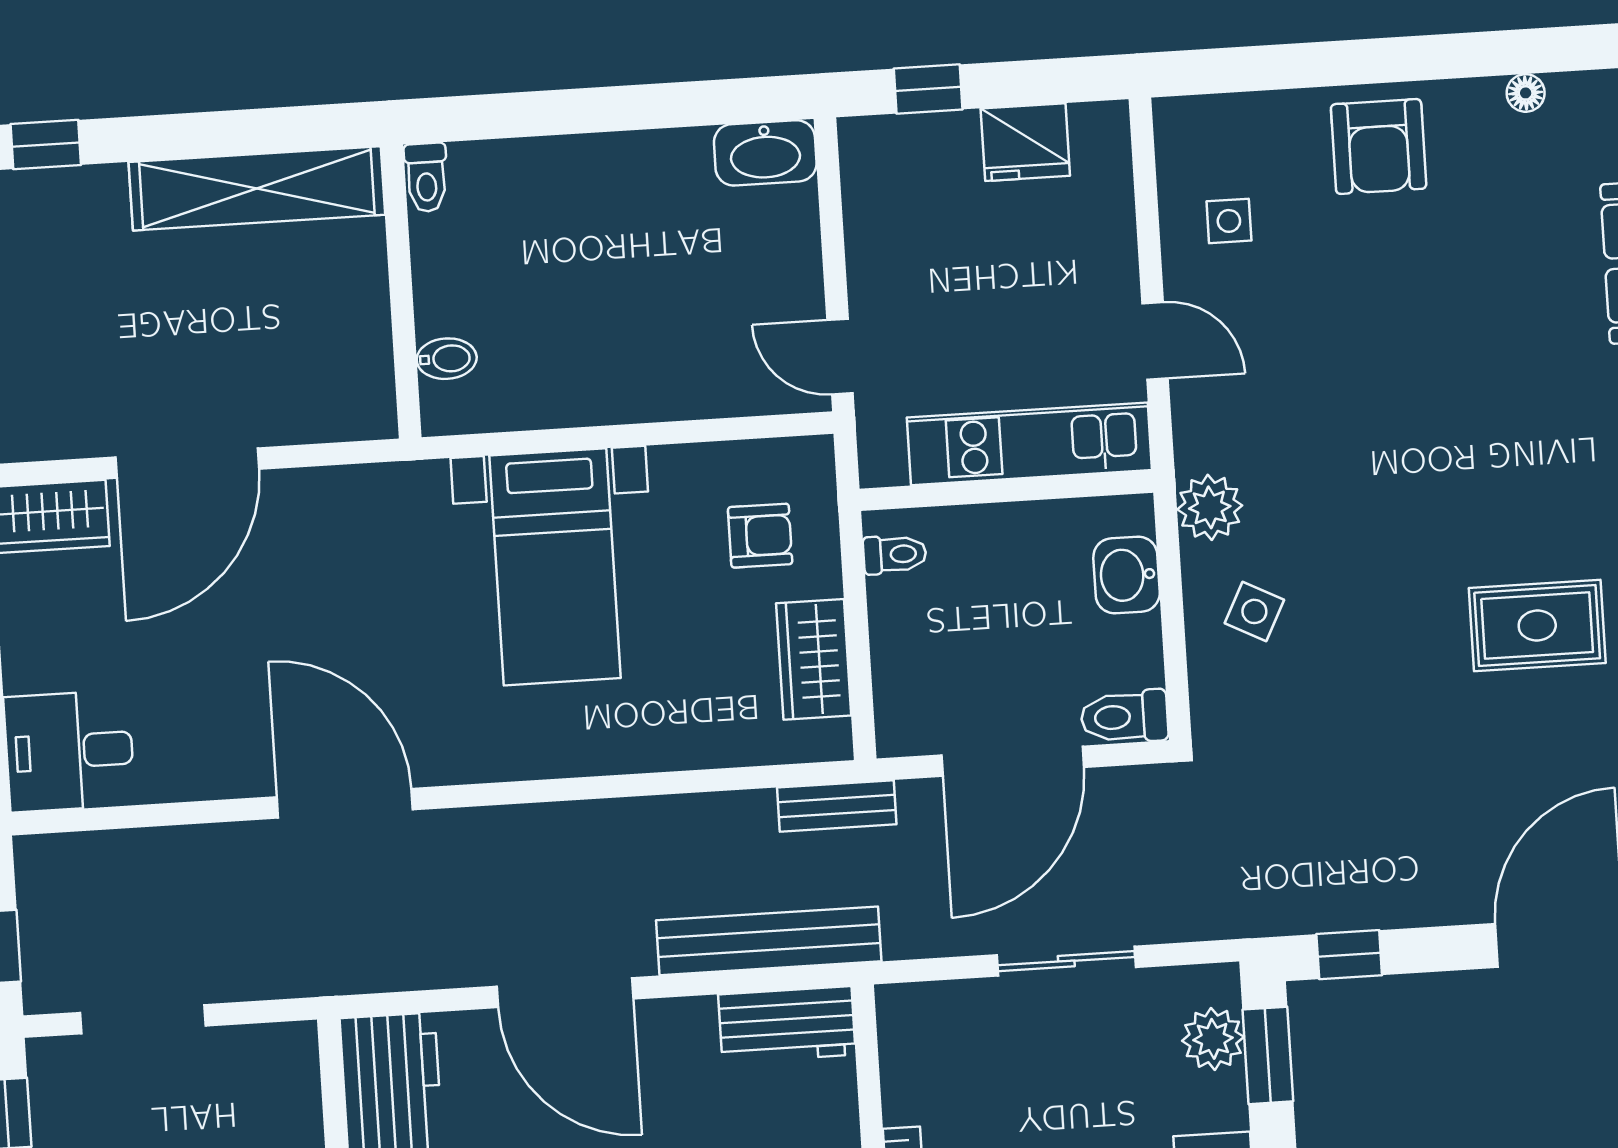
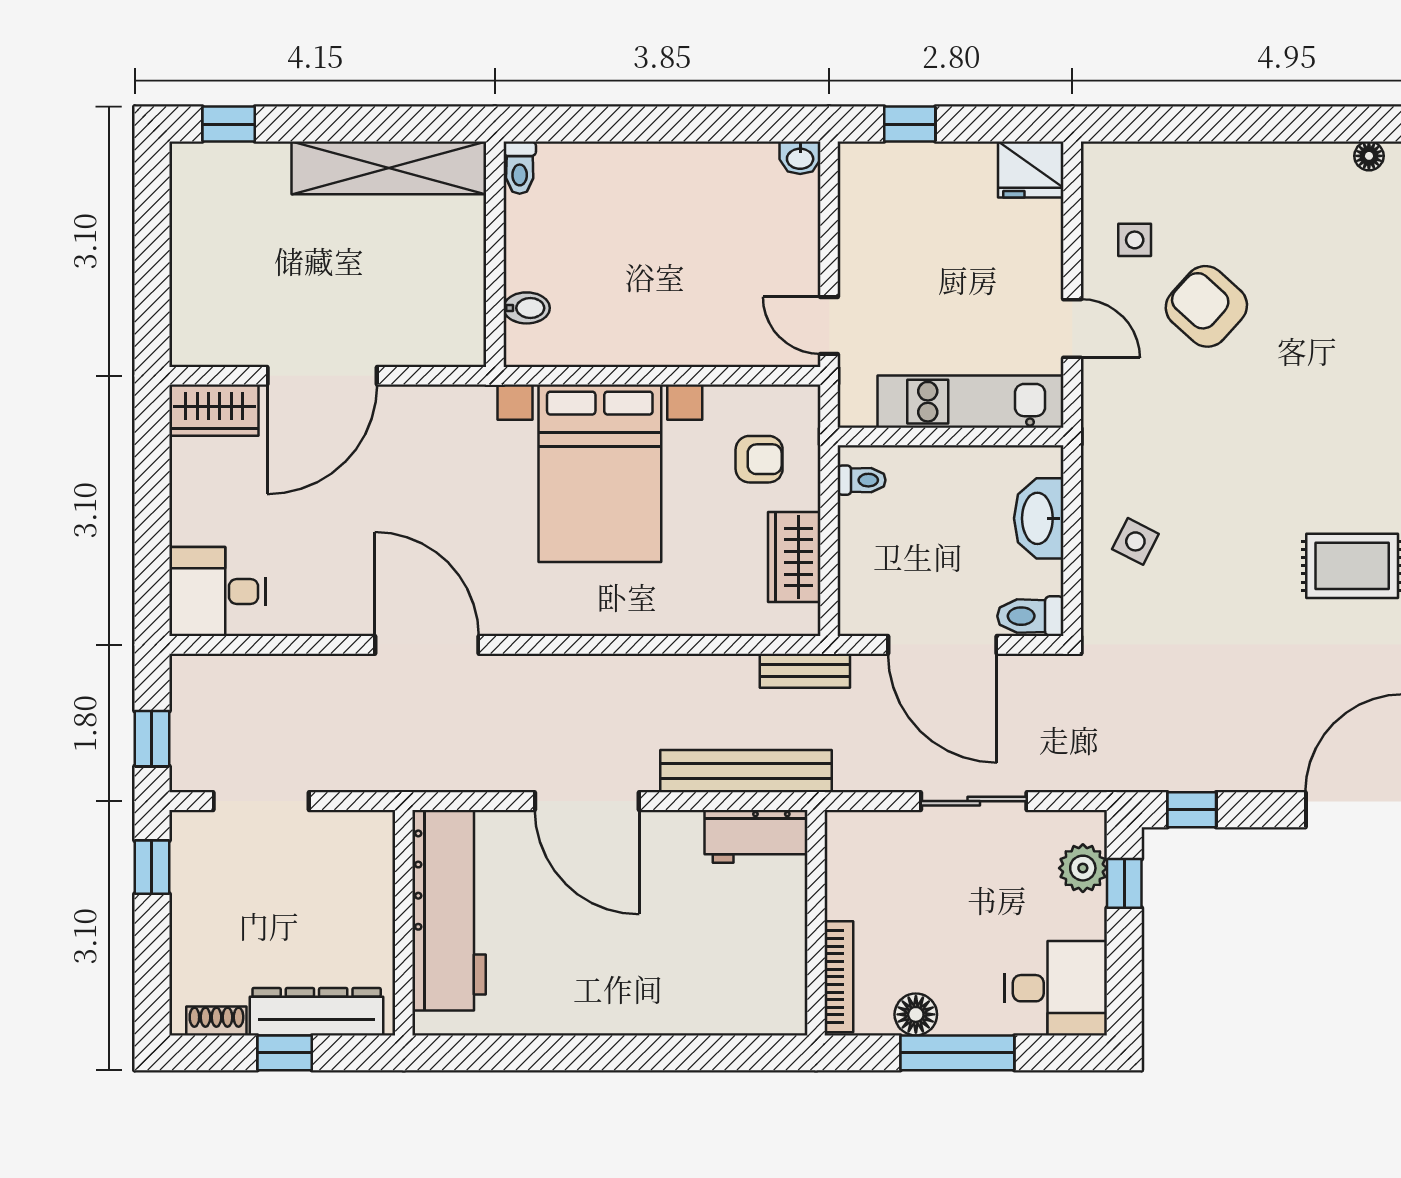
fridge: (1025, 142) -> (1031, 170), moved
armchair: (1379, 146) -> (1206, 306), moved, turned 132
washbasin: (765, 153) -> (800, 158), width x0.52, depth x0.69
plant: (1210, 507) -> (1106, 459), removed
bed with nightstands: (555, 567) -> (600, 473), width x1.36
washbasin: (1127, 575) -> (1039, 518), width x1.38
door: (1013, 761) -> (942, 645), hinge flipped
window: (1268, 1055) -> (1124, 883), width x0.67

